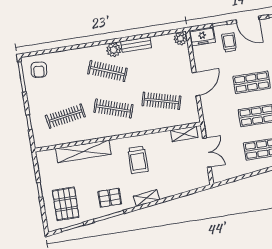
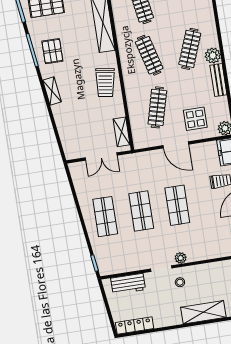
display table: (172, 66) -> (195, 119), added
clothes rail: (113, 108) -> (149, 55), turned -33
trolley: (138, 160) -> (105, 83), moved, turned -82

